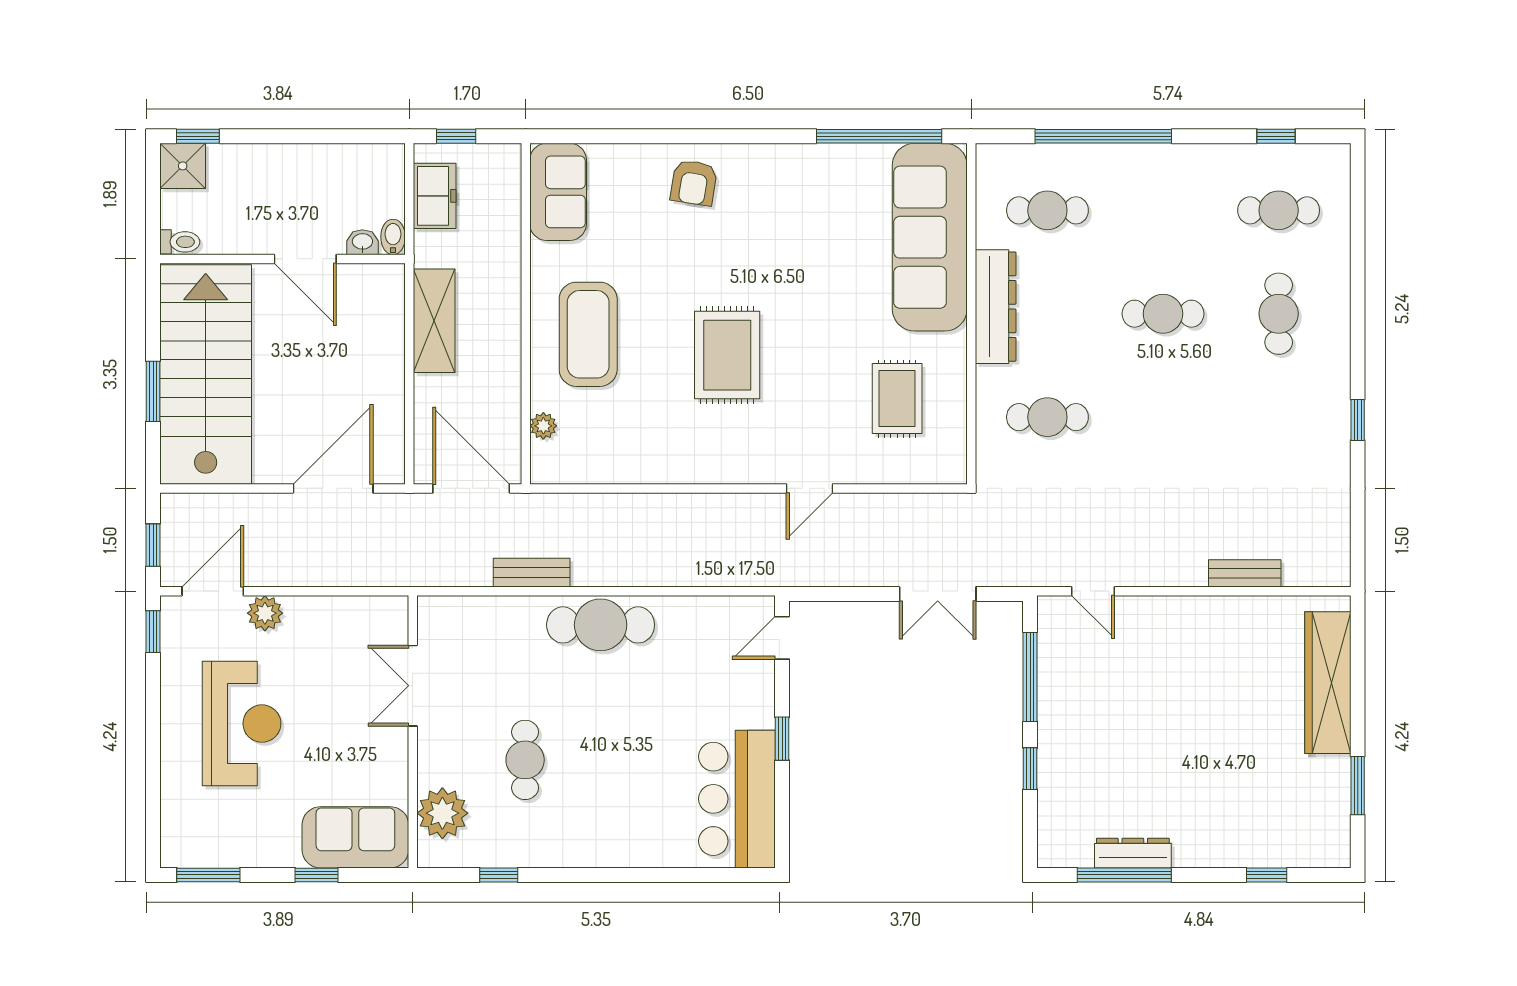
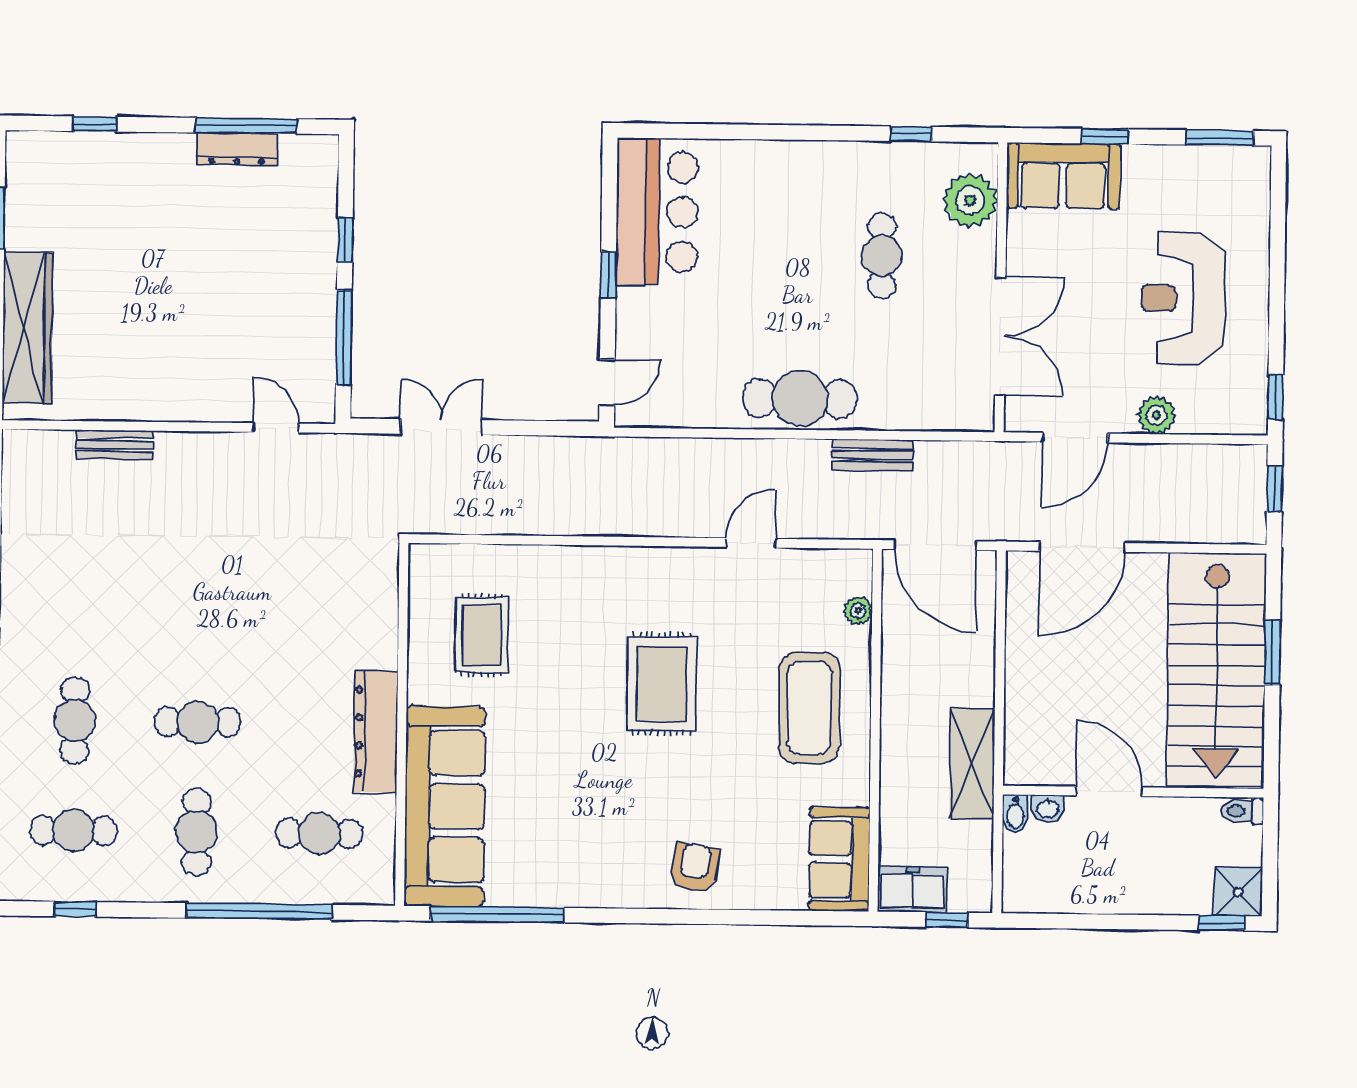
freezer: (435, 196) -> (913, 889), moved, turned 90
shelving: (434, 321) -> (972, 764), moved
cafe table: (1047, 417) -> (196, 832), moved, turned 90
door: (810, 488) -> (750, 543), moved
door: (213, 591) -> (1075, 438), moved
double door: (413, 686) -> (1000, 336), width x1.37

